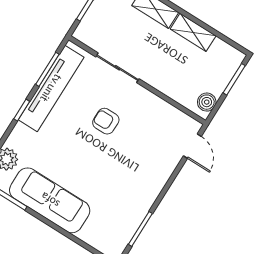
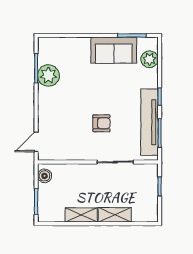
door: (192, 146) -> (36, 142), hinge flipped
sofa: (50, 200) -> (114, 50), width x0.73
plant: (132, 212) -> (48, 76), added

